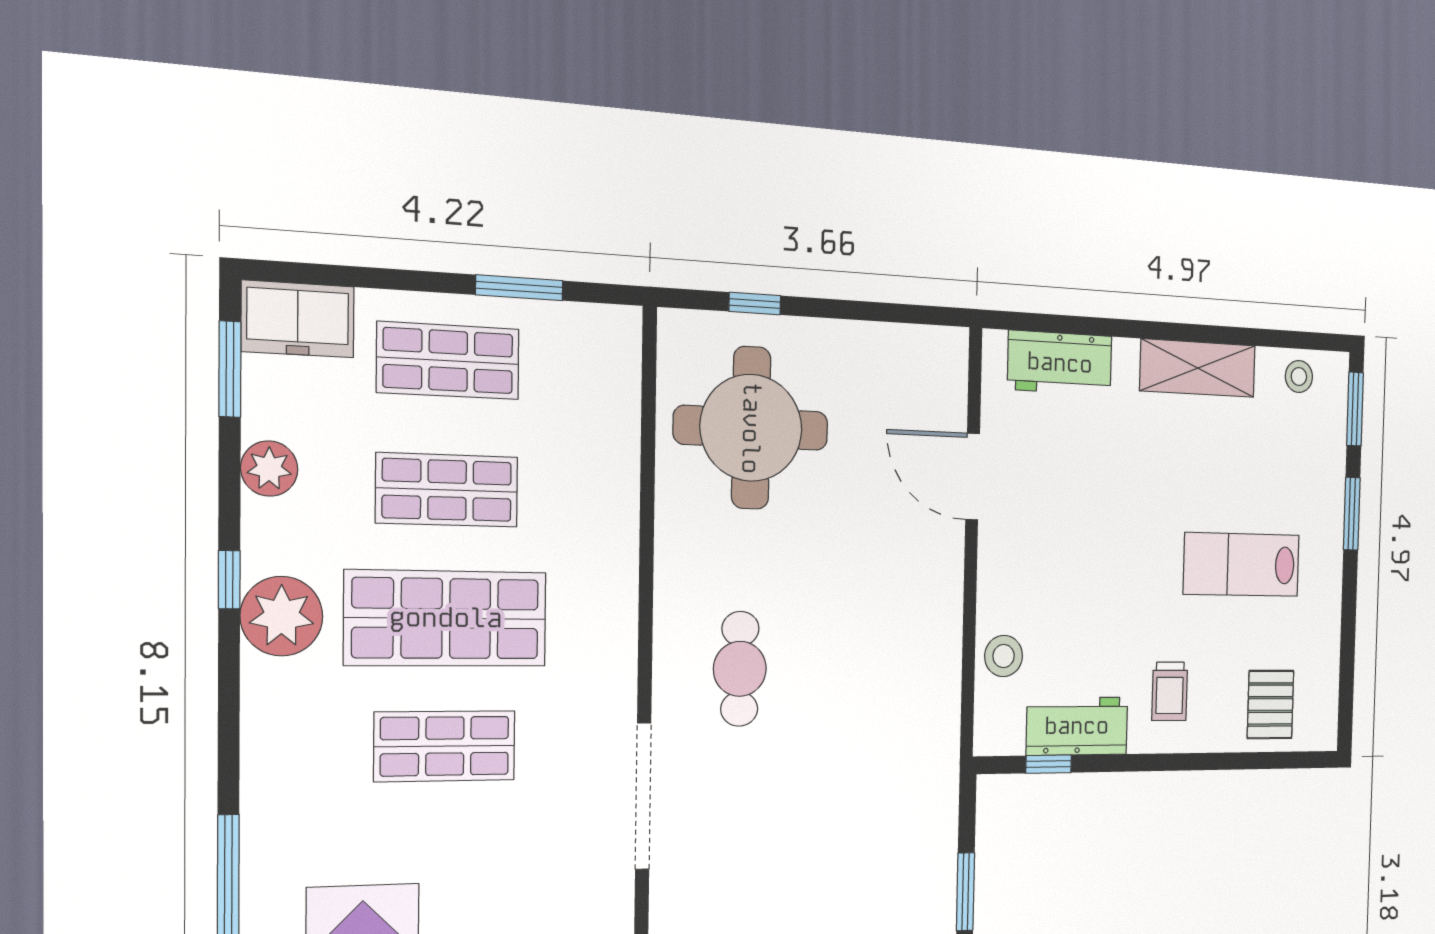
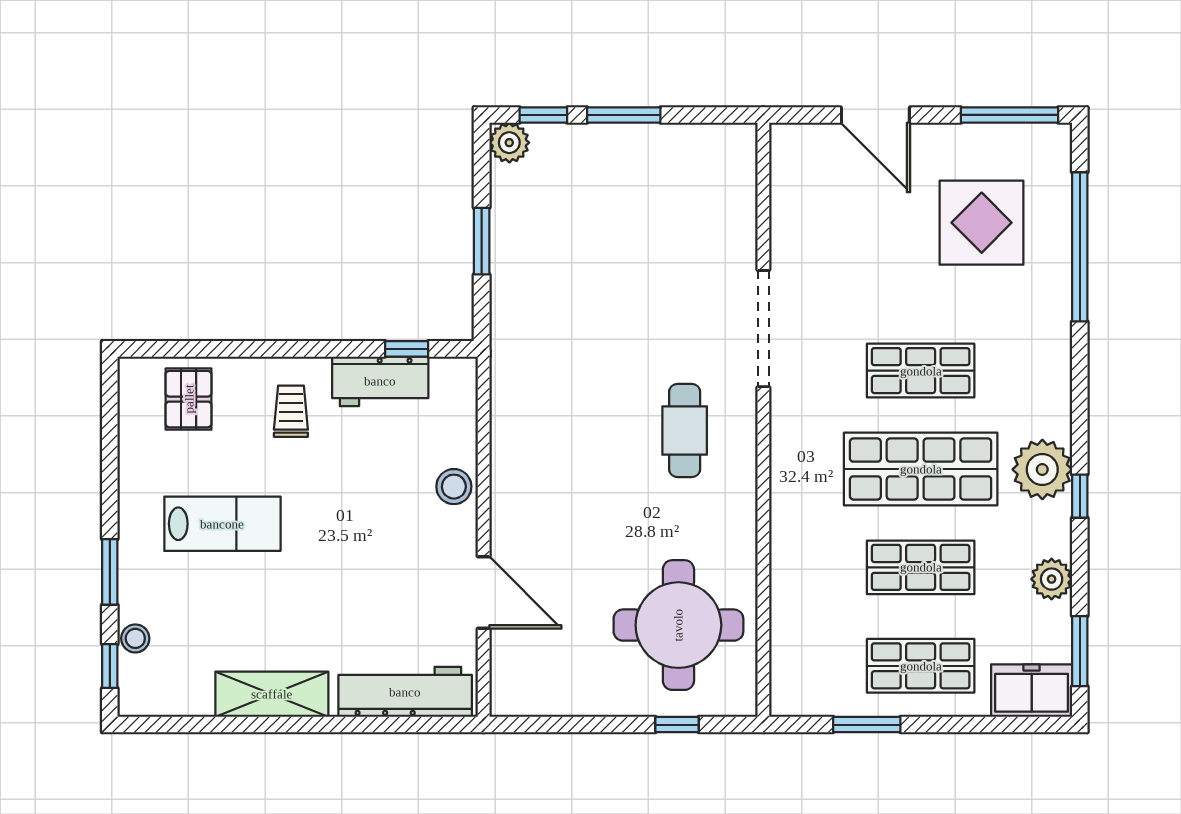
workbench: (1060, 363) -> (405, 692), width x1.38
stool: (1299, 377) -> (135, 638), moved
window: (1355, 409) -> (110, 666), width x0.67
stool: (1004, 656) -> (454, 487), moved

